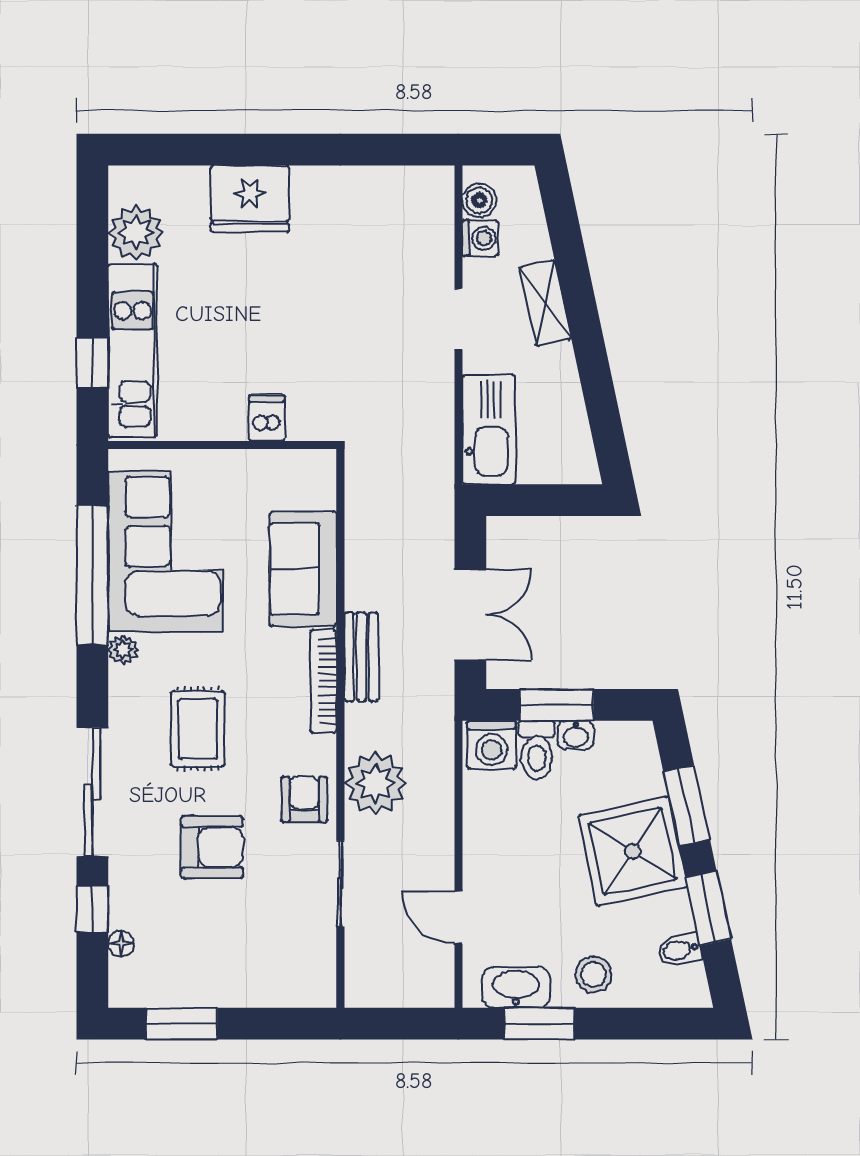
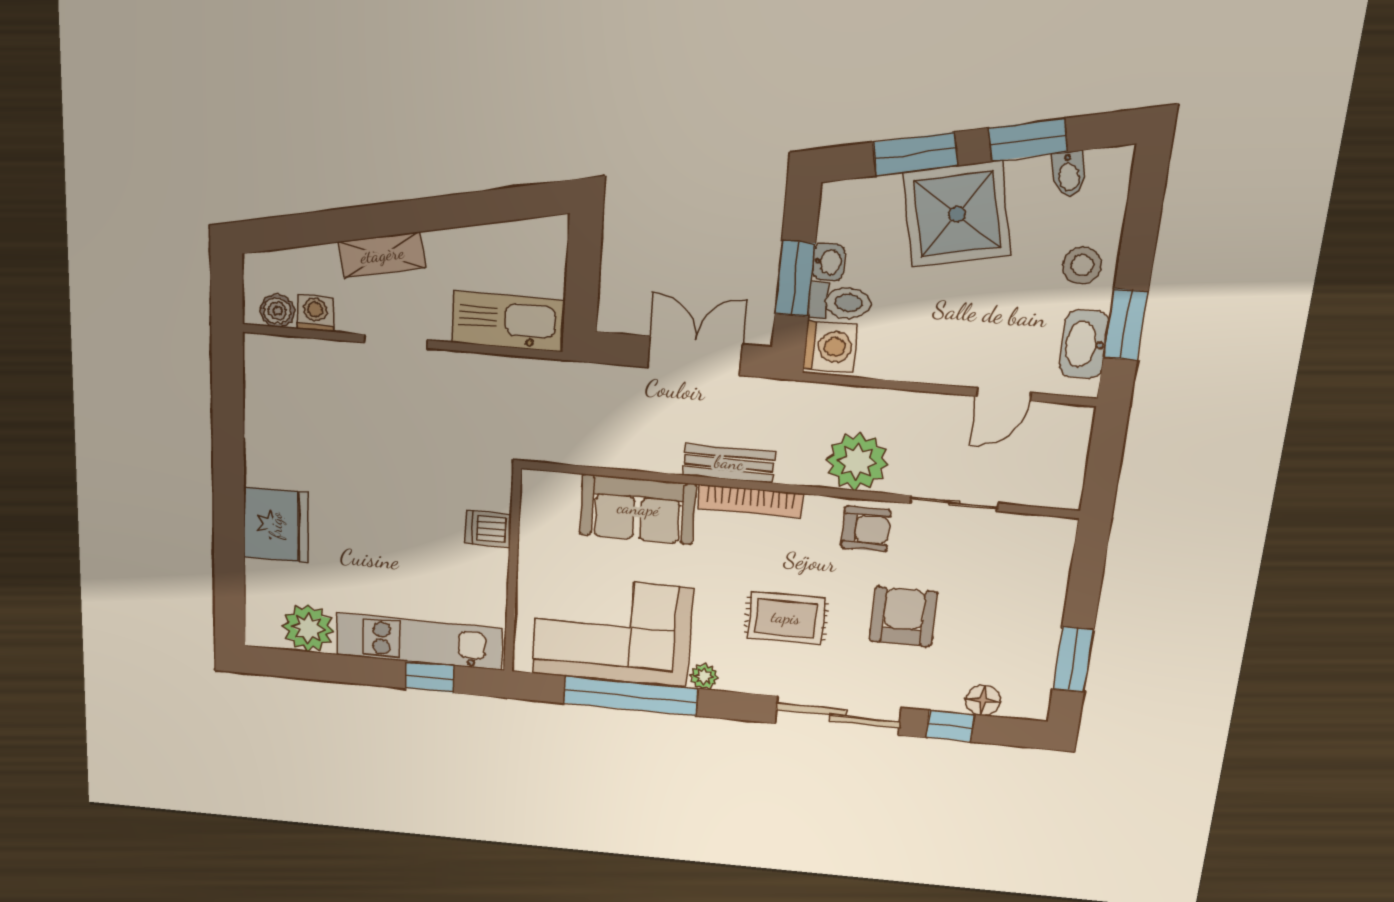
armchair: (304, 799) -> (866, 529), turned 180
floor lamp: (121, 944) -> (983, 700), width x1.37, depth x1.37

